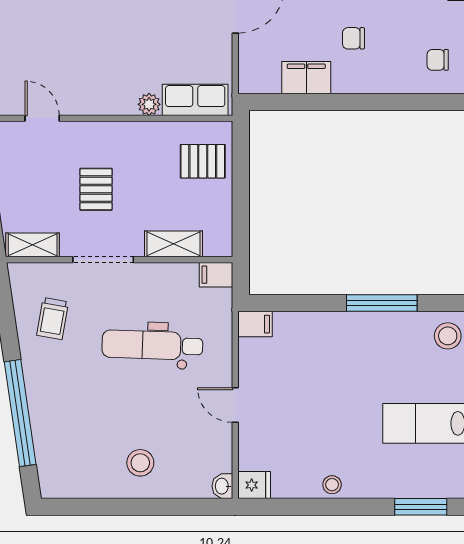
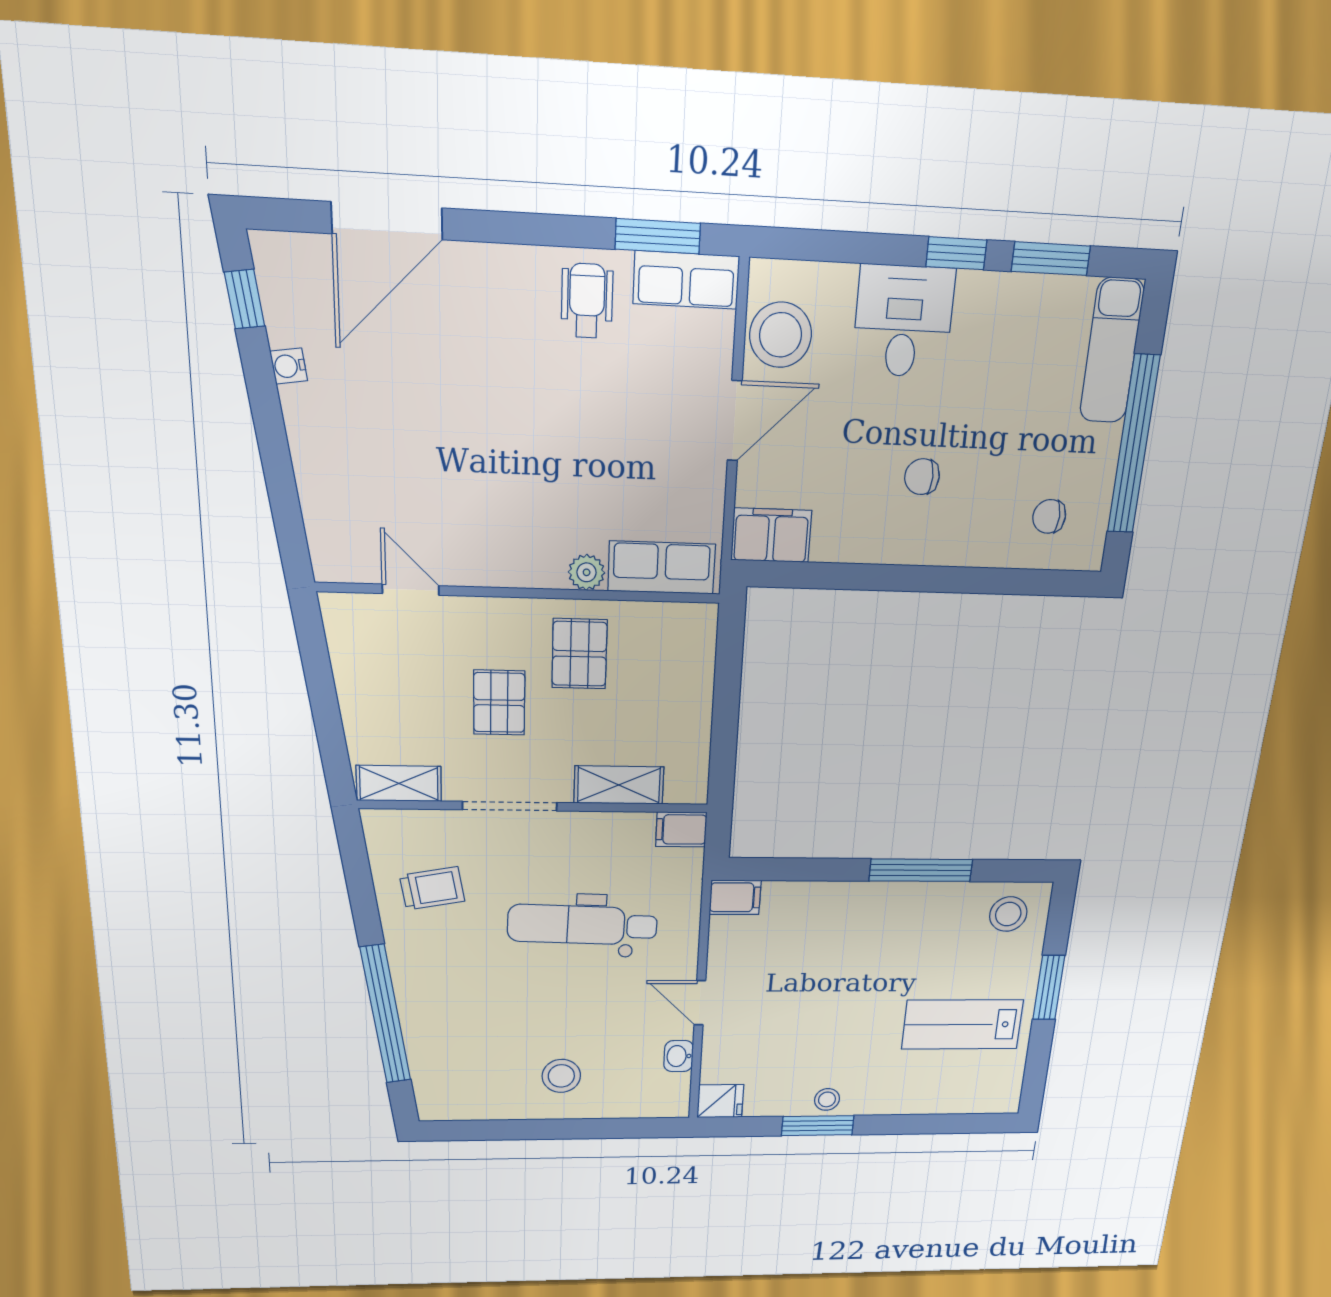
filing cabinet: (306, 78) -> (771, 535), moved
pallet: (203, 161) -> (580, 654), moved, turned 90
trolley: (53, 319) -> (432, 888), turned -110
washbasin: (222, 486) -> (679, 1056), moved
window: (421, 507) -> (818, 1126), moved

